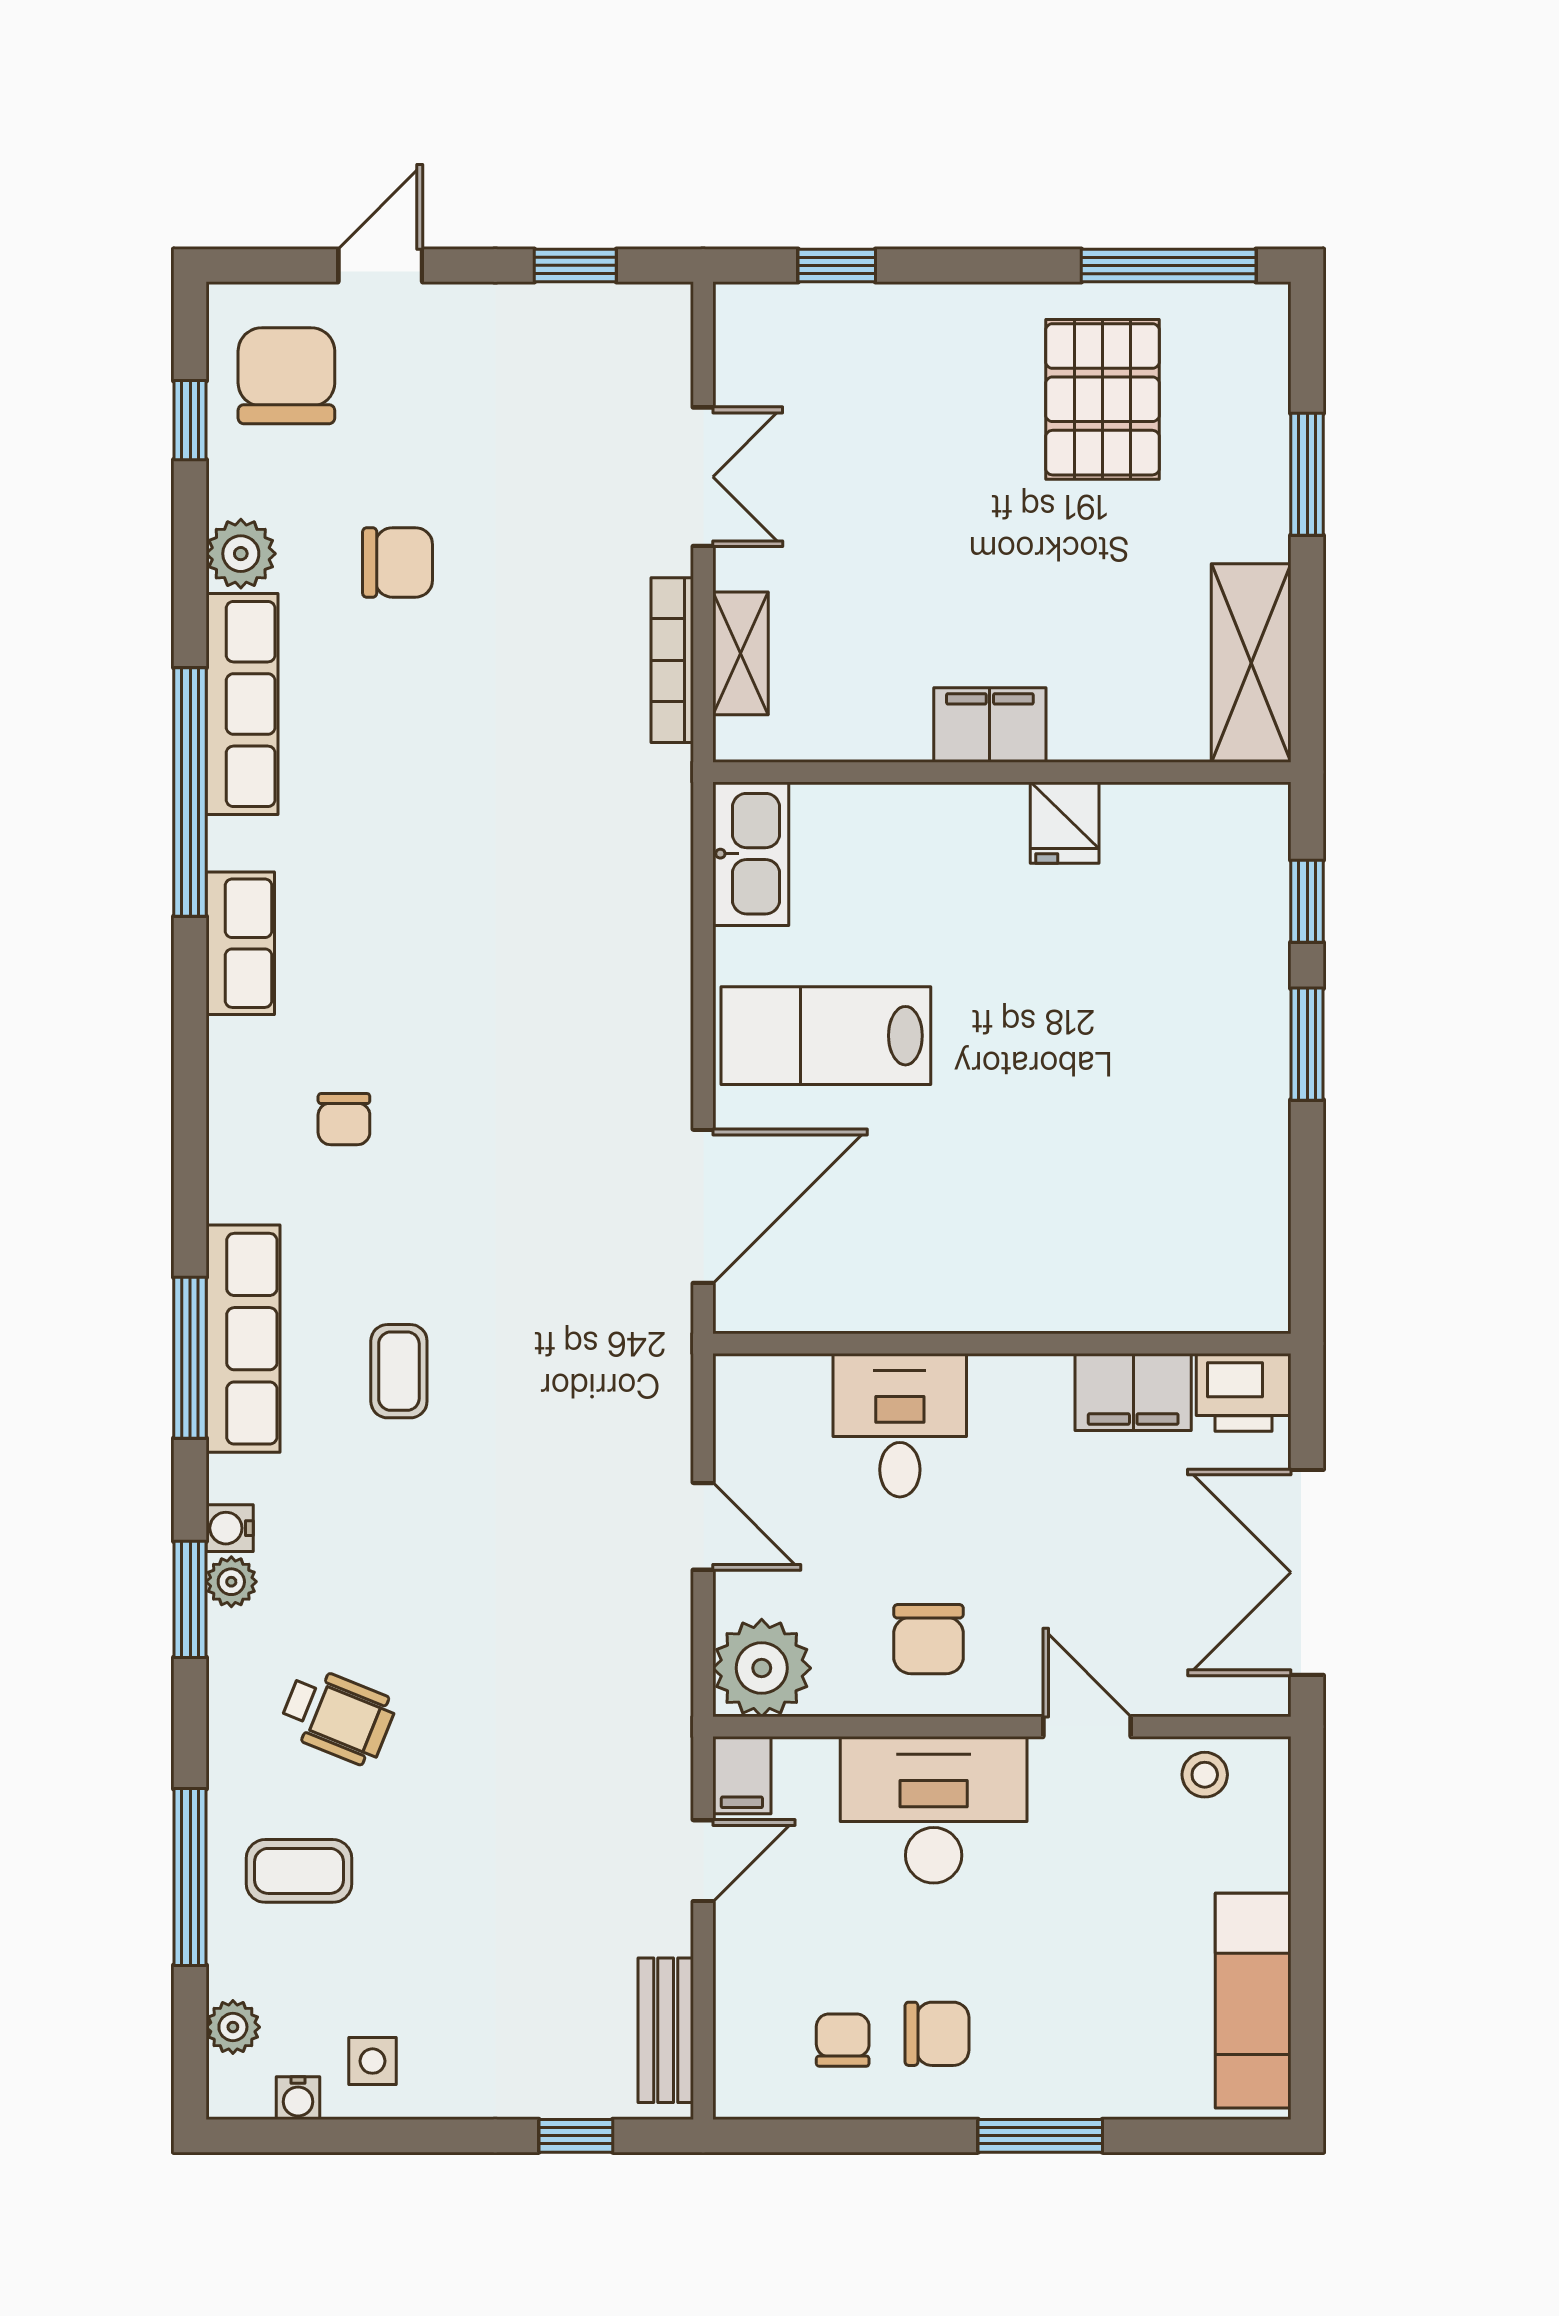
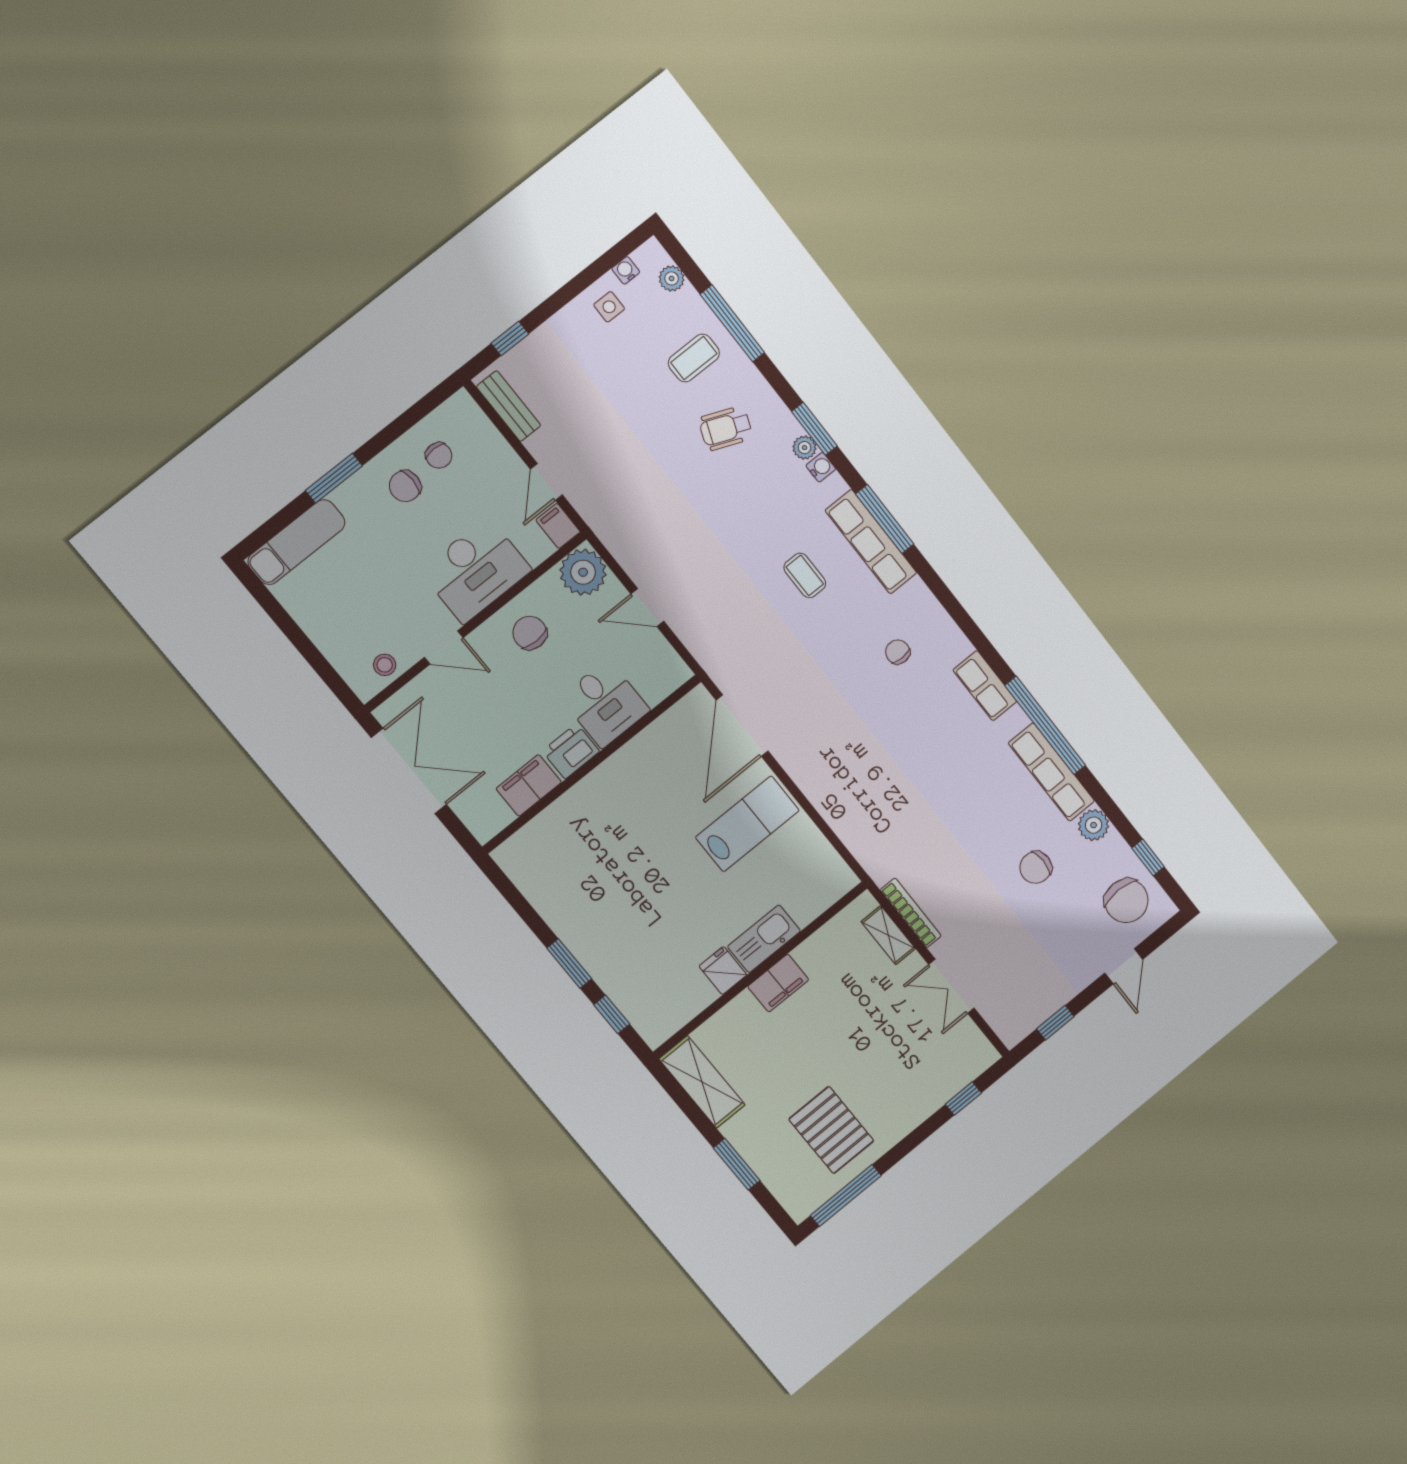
kitchen sink: (751, 854) -> (764, 939), moved, turned 90
printer: (1244, 1392) -> (571, 751), moved
exam couch: (1253, 2001) -> (296, 542), moved, turned 90

